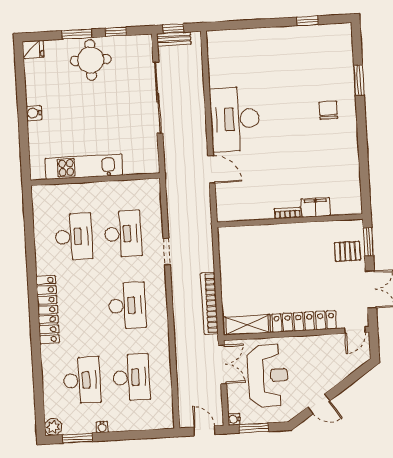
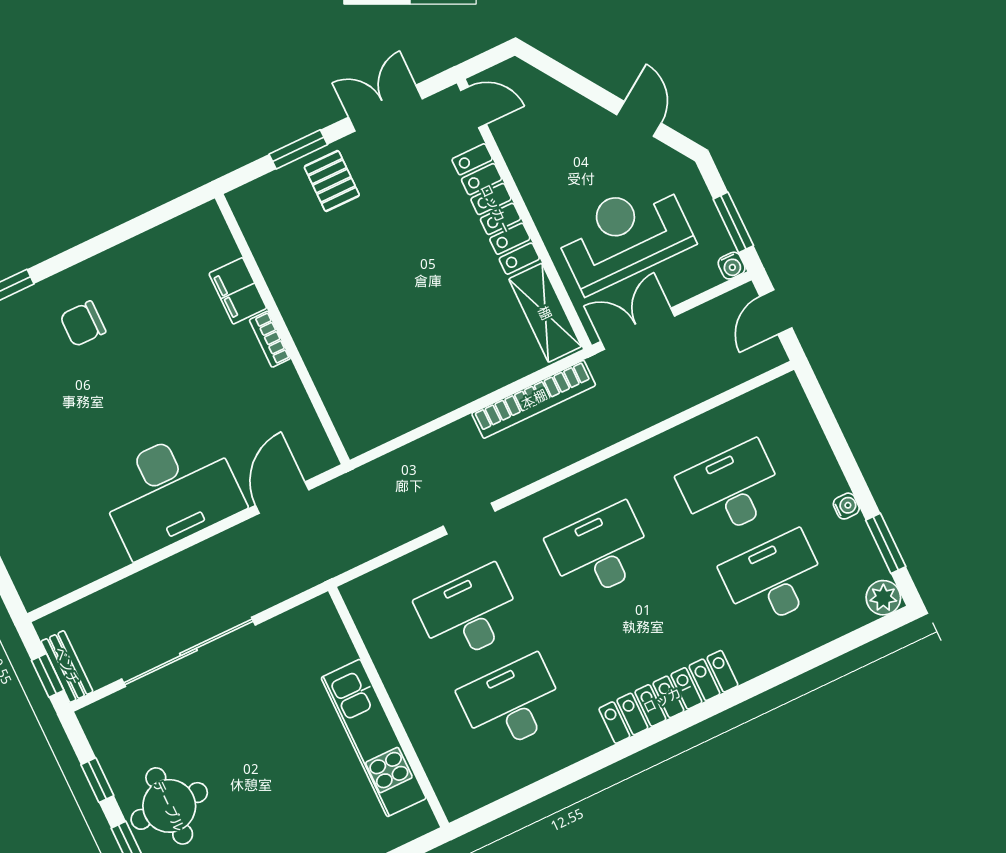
filing cabinet: (316, 207) -> (238, 291), moved
bookcase: (287, 213) -> (270, 339), moved
wall: (290, 221) -> (282, 329), moved

